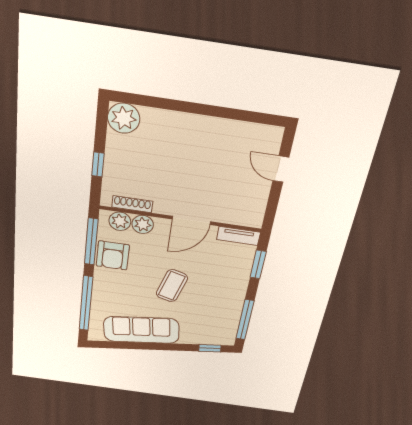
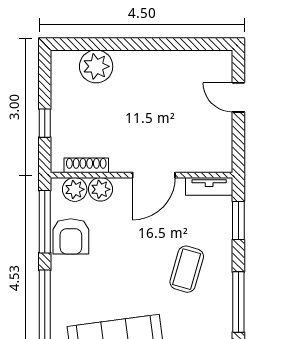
plant: (124, 118) -> (96, 66), moved
coffee table: (172, 286) -> (187, 269), moved

